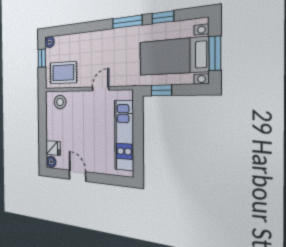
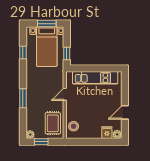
window: (127, 22) -> (23, 98), moved
door: (101, 89) -> (65, 94), hinge flipped

